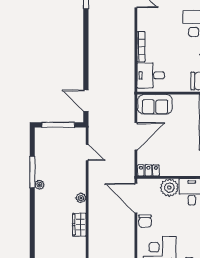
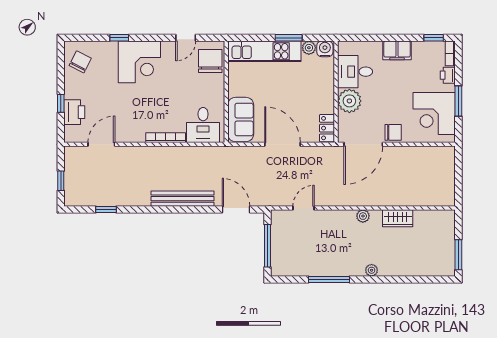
bench: (94, 60) -> (183, 199), added
door: (86, 101) -> (236, 210), swing flipped
plant: (39, 185) -> (372, 270), moved

